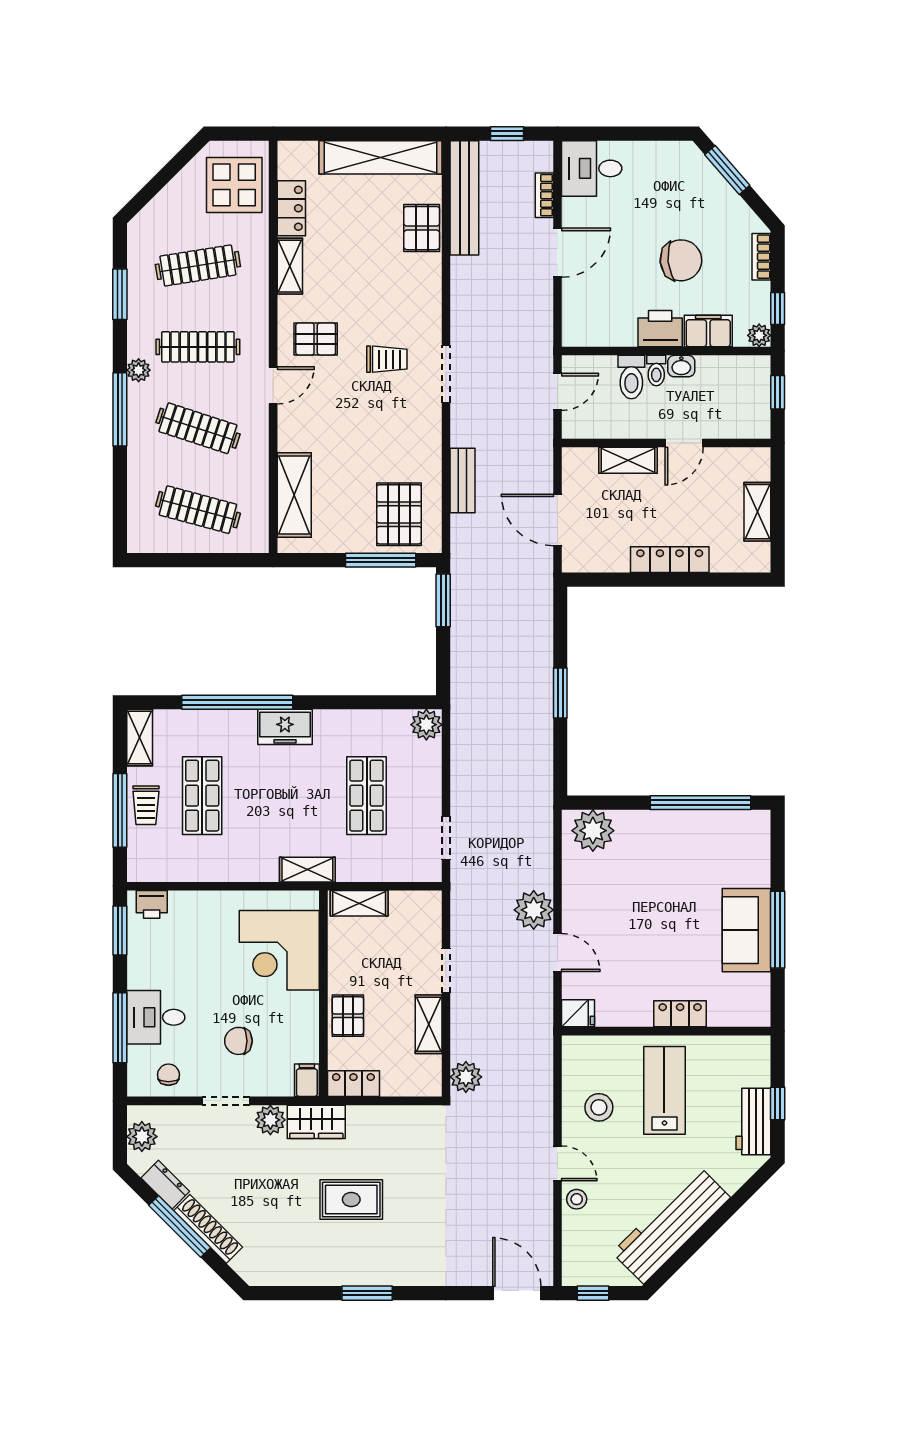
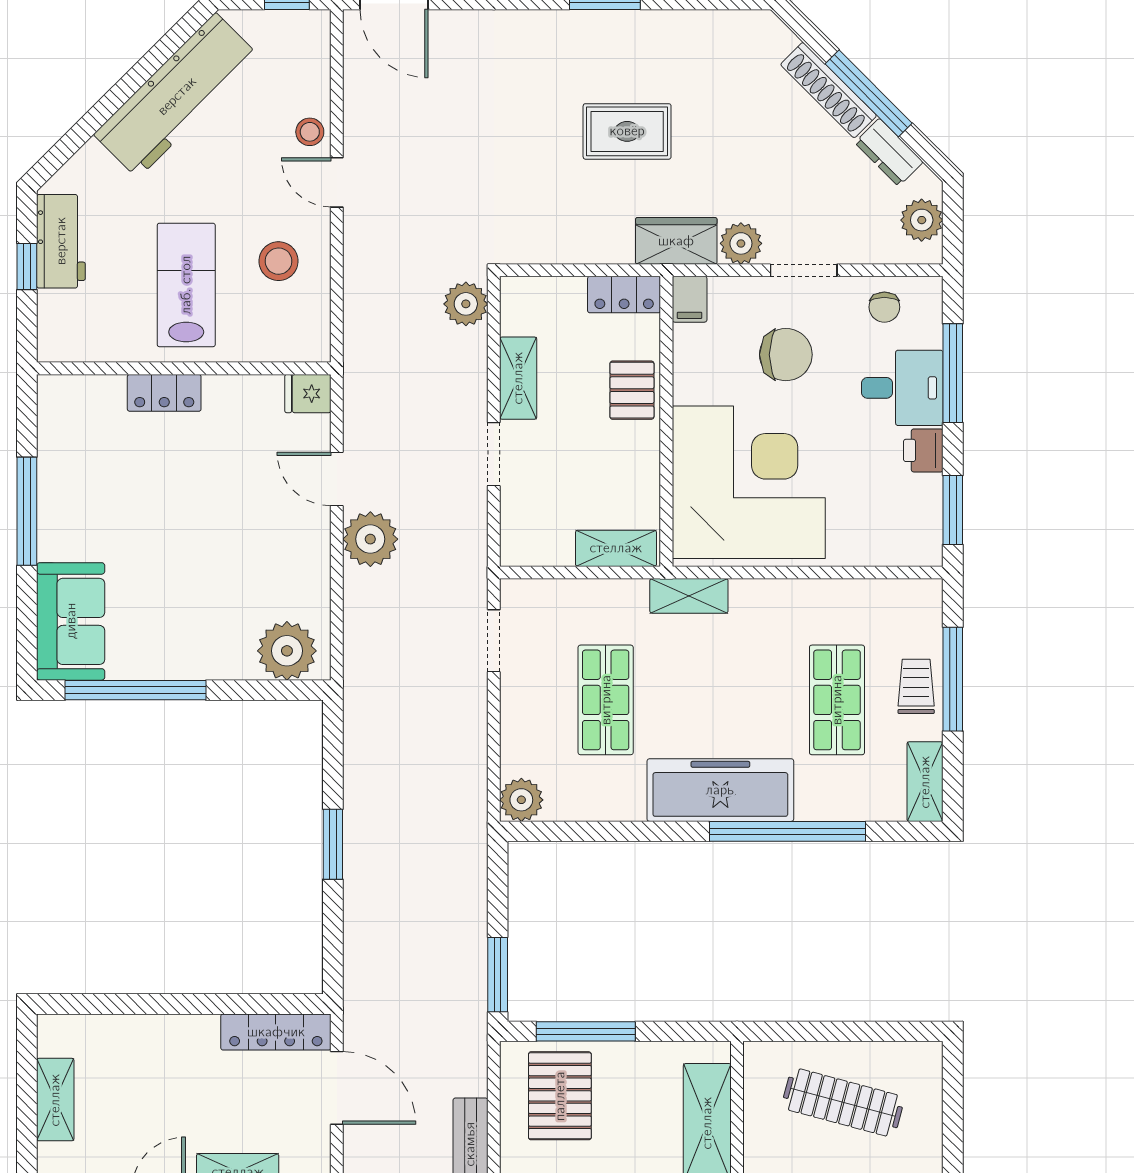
locker: (670, 560) -> (276, 1032), moved
freezer: (285, 727) -> (720, 790), width x1.91, depth x1.26
printer: (152, 904) -> (923, 450), moved, turned -90
sofa: (747, 930) -> (71, 621), moved
corner desk: (279, 950) -> (749, 482), width x1.36, depth x1.36
chair: (238, 1041) -> (786, 355), width x1.37, depth x1.37
lab bench: (664, 1090) -> (186, 285), turned 180

